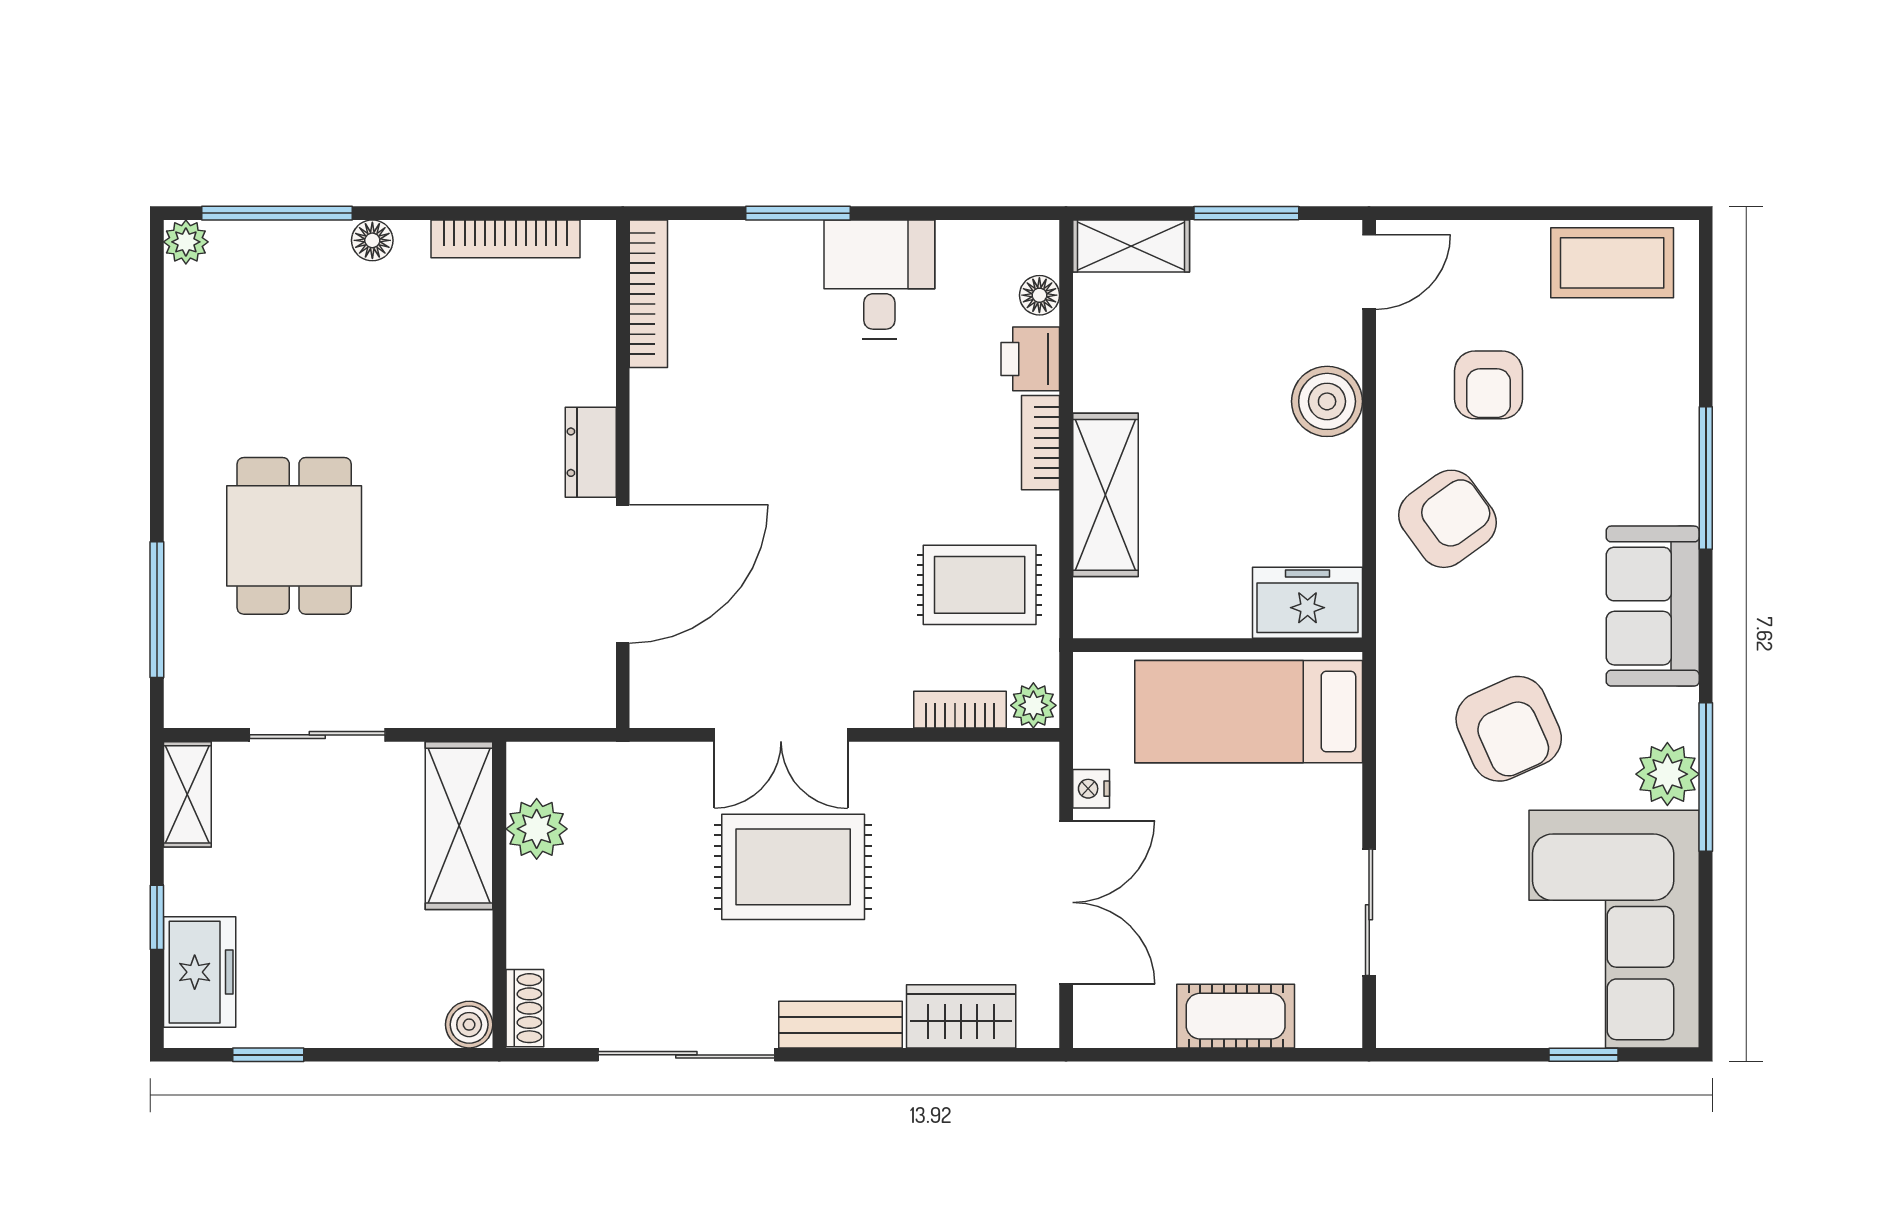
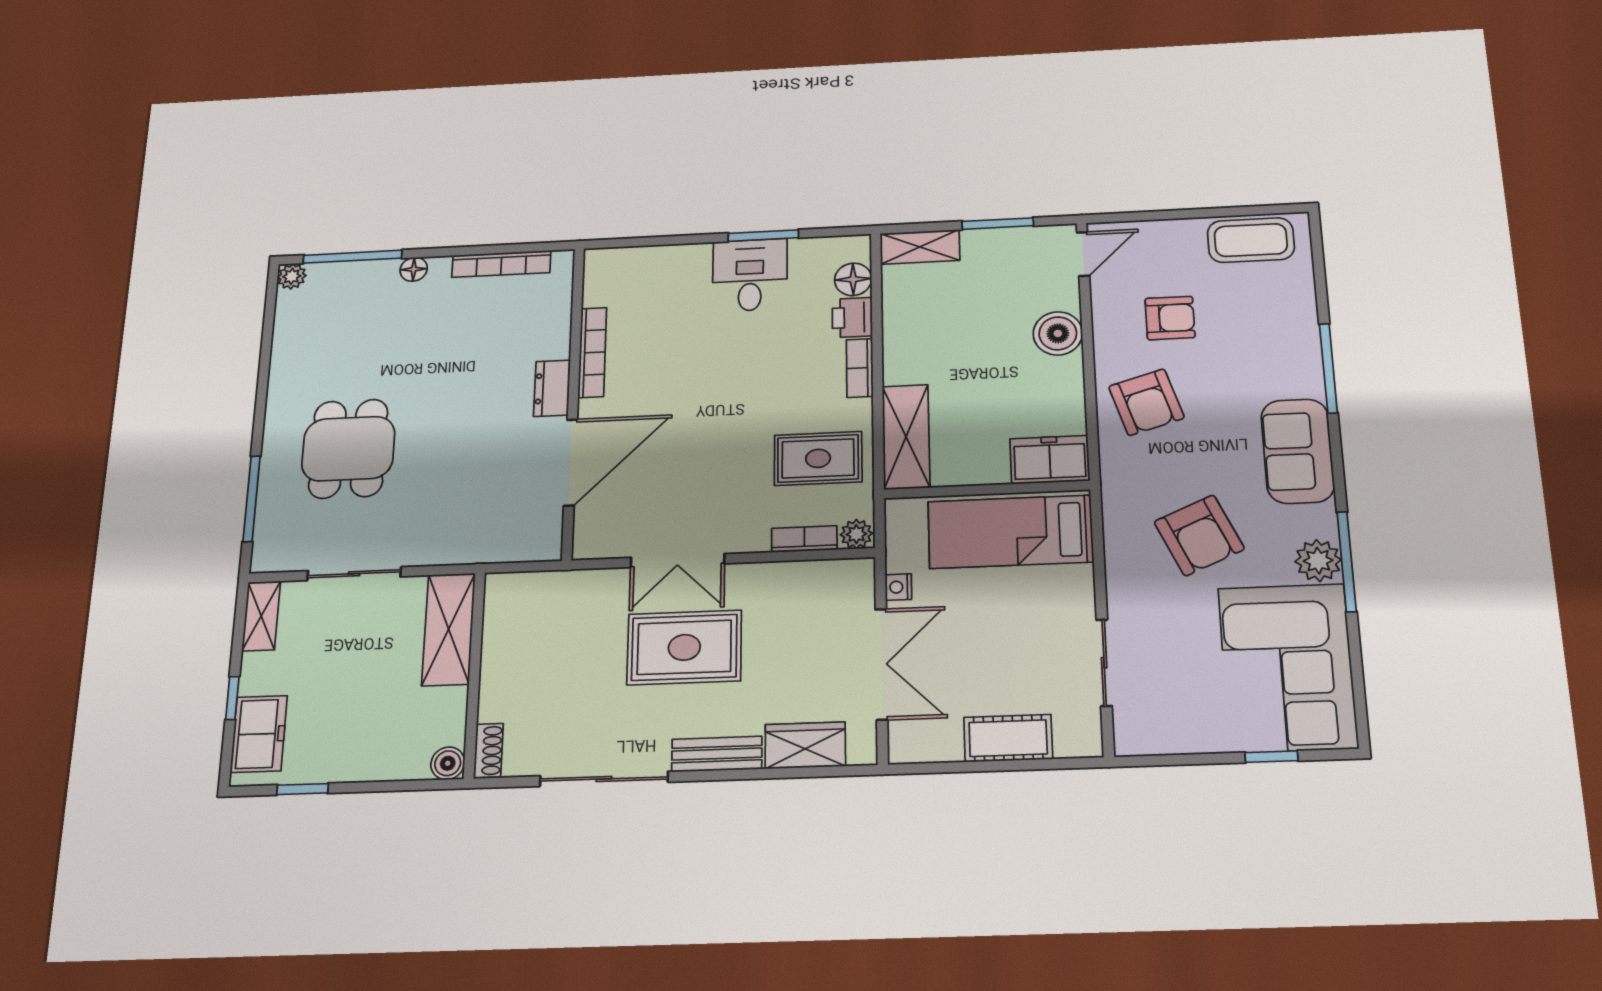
window: (798, 213) -> (763, 236), moved
bookcase: (648, 294) -> (592, 352), moved
floor lamp: (1039, 295) -> (853, 279), width x1.37, depth x1.37
armchair: (1488, 385) -> (1170, 318), turned -90
shelving: (1105, 495) -> (906, 437), moved
armchair: (1448, 519) -> (1146, 402), turned 109
plant: (537, 829) -> (503, 629), removed

